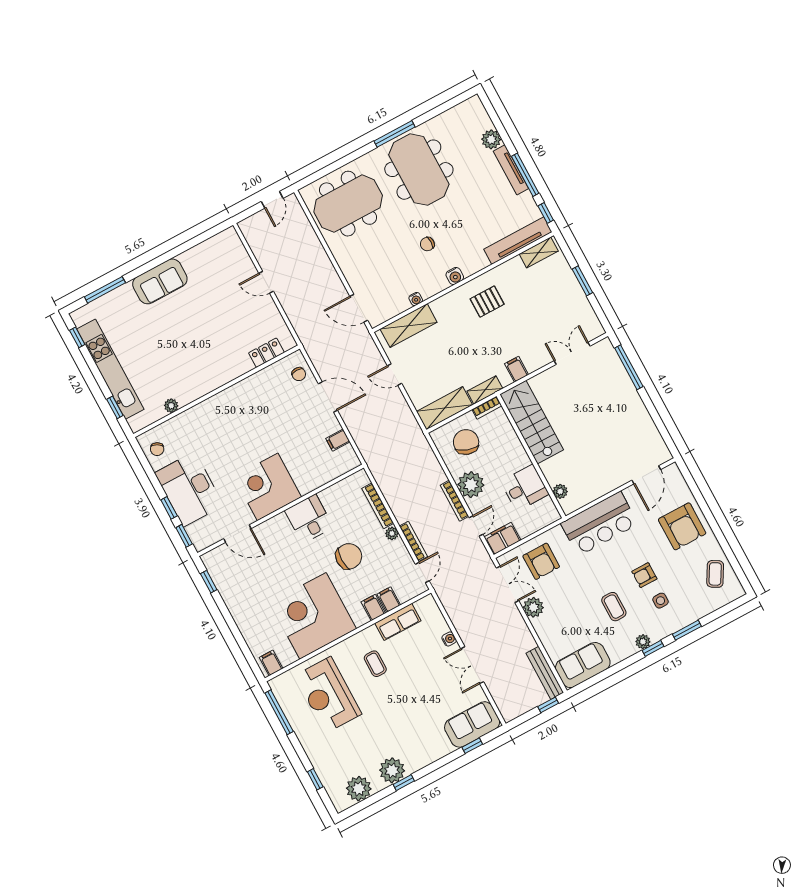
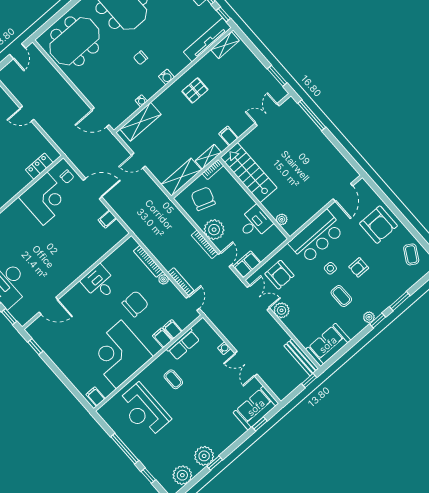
window: (582, 281) -> (277, 76), moved
corner desk: (268, 487) -> (45, 199), moved, turned 180
side table: (660, 601) -> (330, 268), moved
window: (279, 712) -> (125, 449), moved

